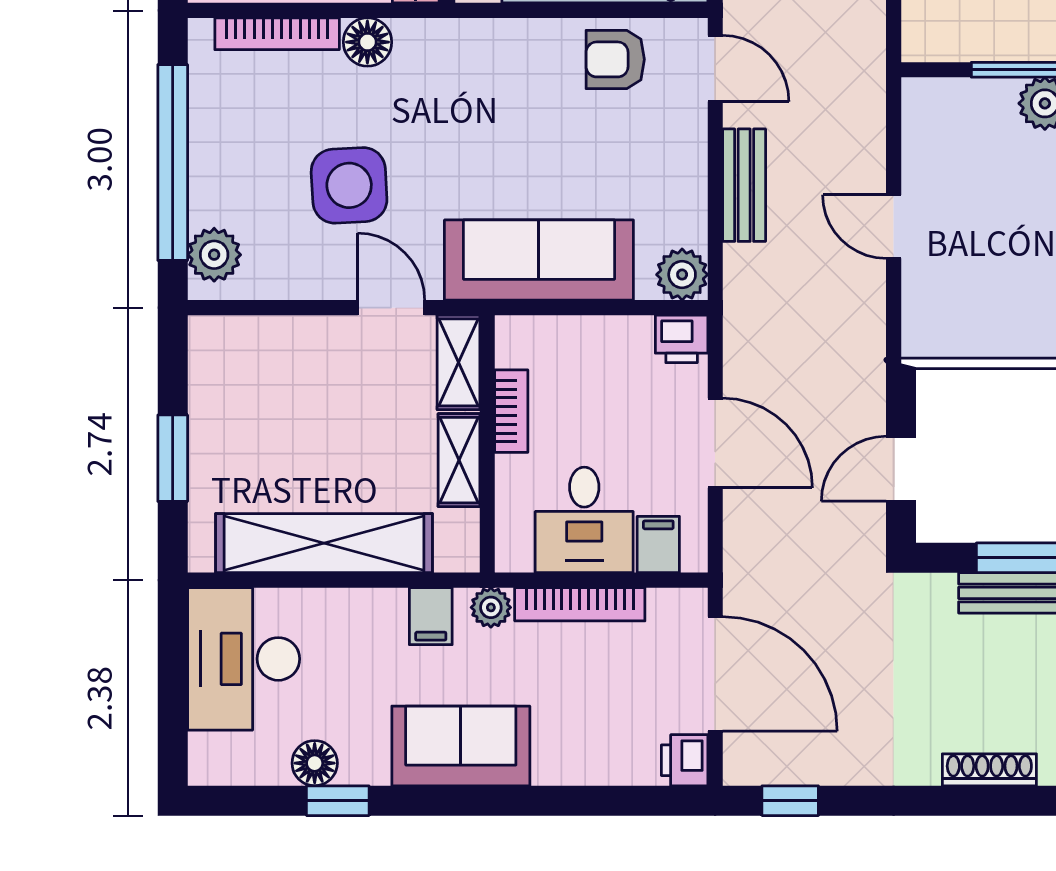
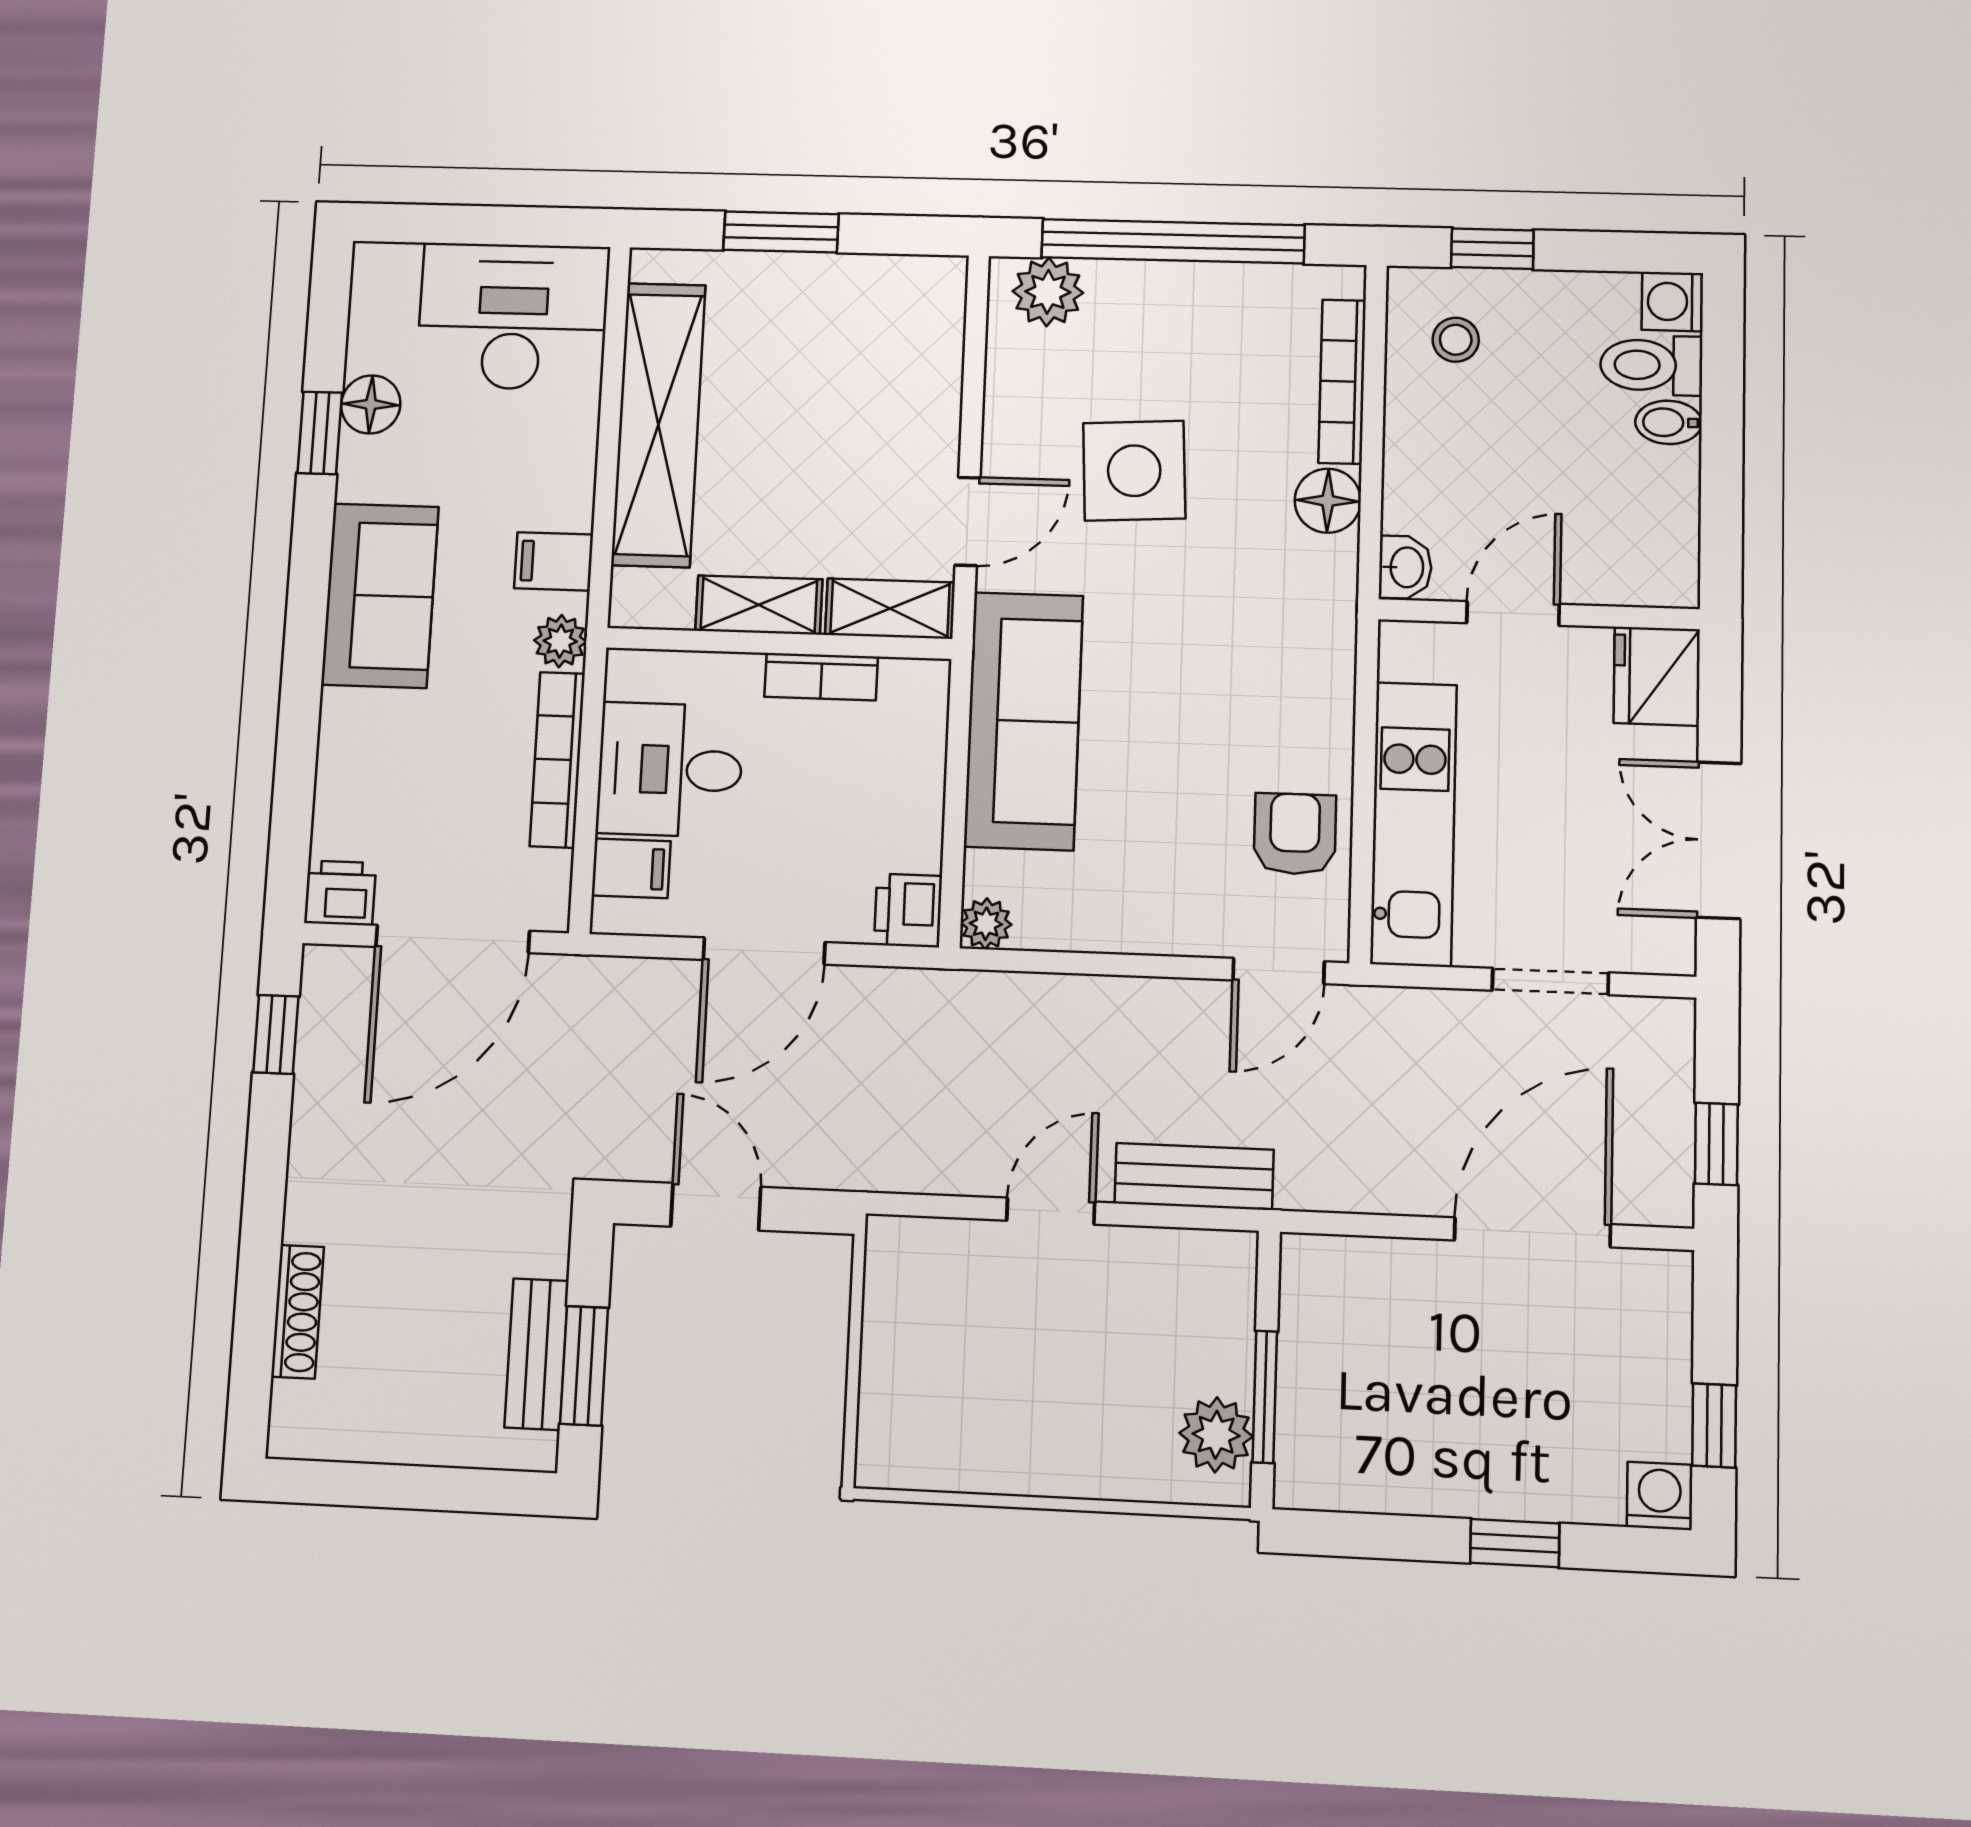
bench: (744, 185) -> (1194, 1177), moved
plant: (682, 275) -> (986, 924), width x0.73, depth x0.73

